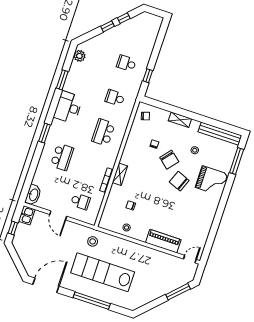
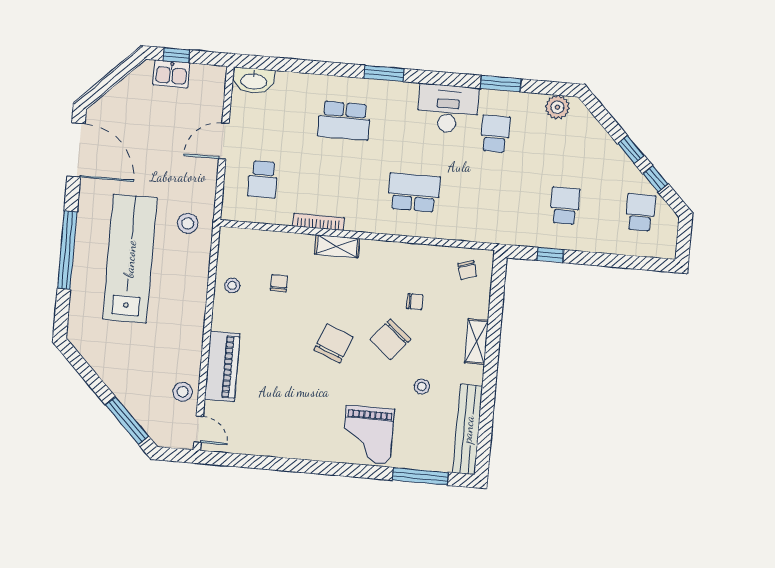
school desk: (138, 29) -> (641, 212), added
school desk: (115, 98) -> (495, 134), moved
chair: (179, 181) -> (333, 343), moved
kitchen sink: (27, 215) -> (171, 74), moved
stool: (171, 263) -> (183, 392), added

